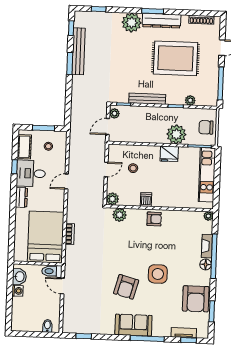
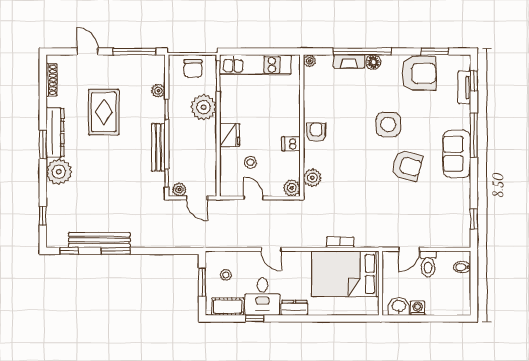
rug: (176, 58) -> (104, 112), width x0.73, depth x0.69
fridge: (169, 154) -> (230, 135), moved
toilet: (52, 271) -> (428, 264), moved

